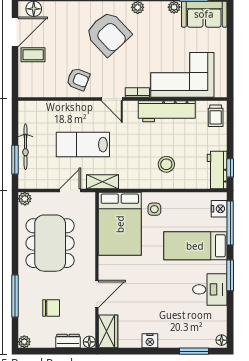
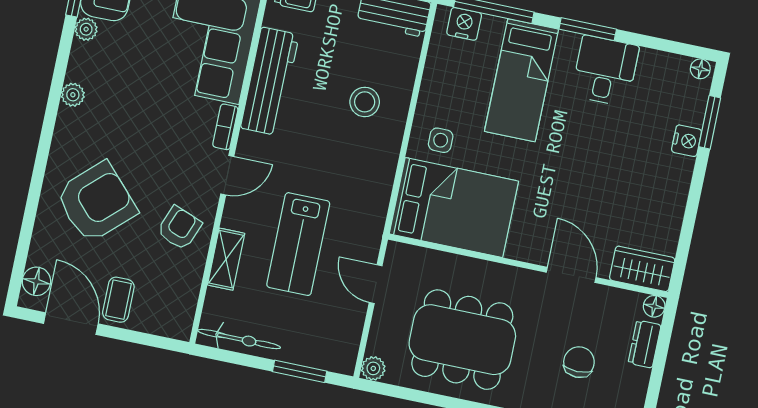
armchair: (108, 34) -> (96, 202), moved
bicycle: (25, 147) -> (239, 339), moved
shelving: (103, 182) -> (226, 259), moved
nightstand: (150, 341) -> (687, 141), moved

